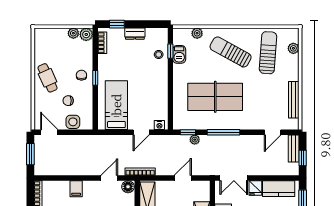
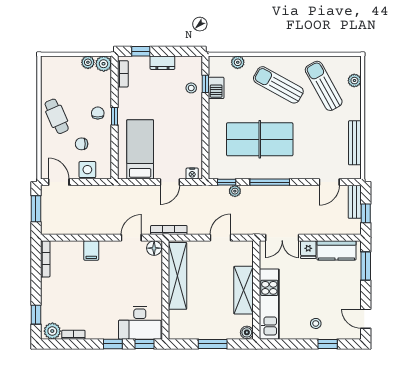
sun lounger: (268, 53) -> (324, 86), turned -33

